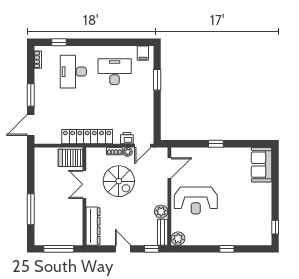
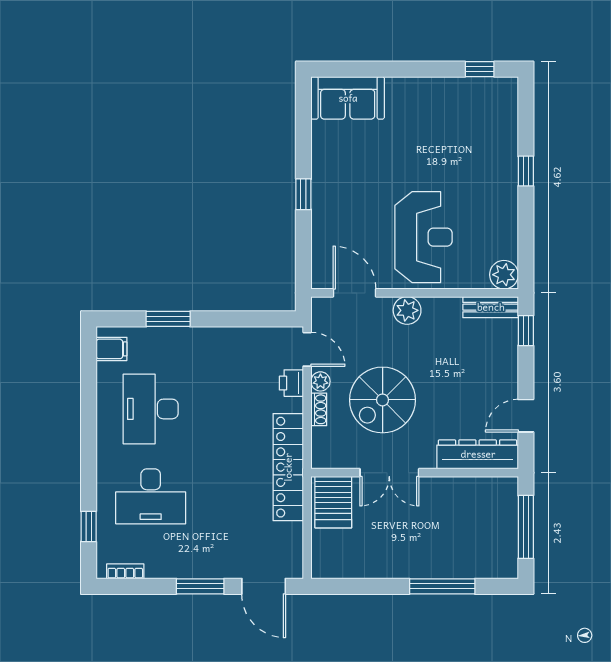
spiral stairs: (119, 181) -> (383, 400), turned 180
plant: (161, 212) -> (407, 310), moved
door: (123, 249) -> (526, 416), moved

